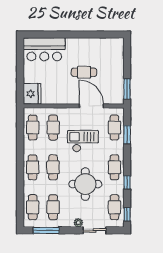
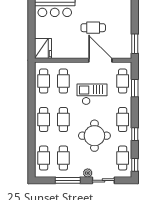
window: (46, 230) -> (68, 180), moved

